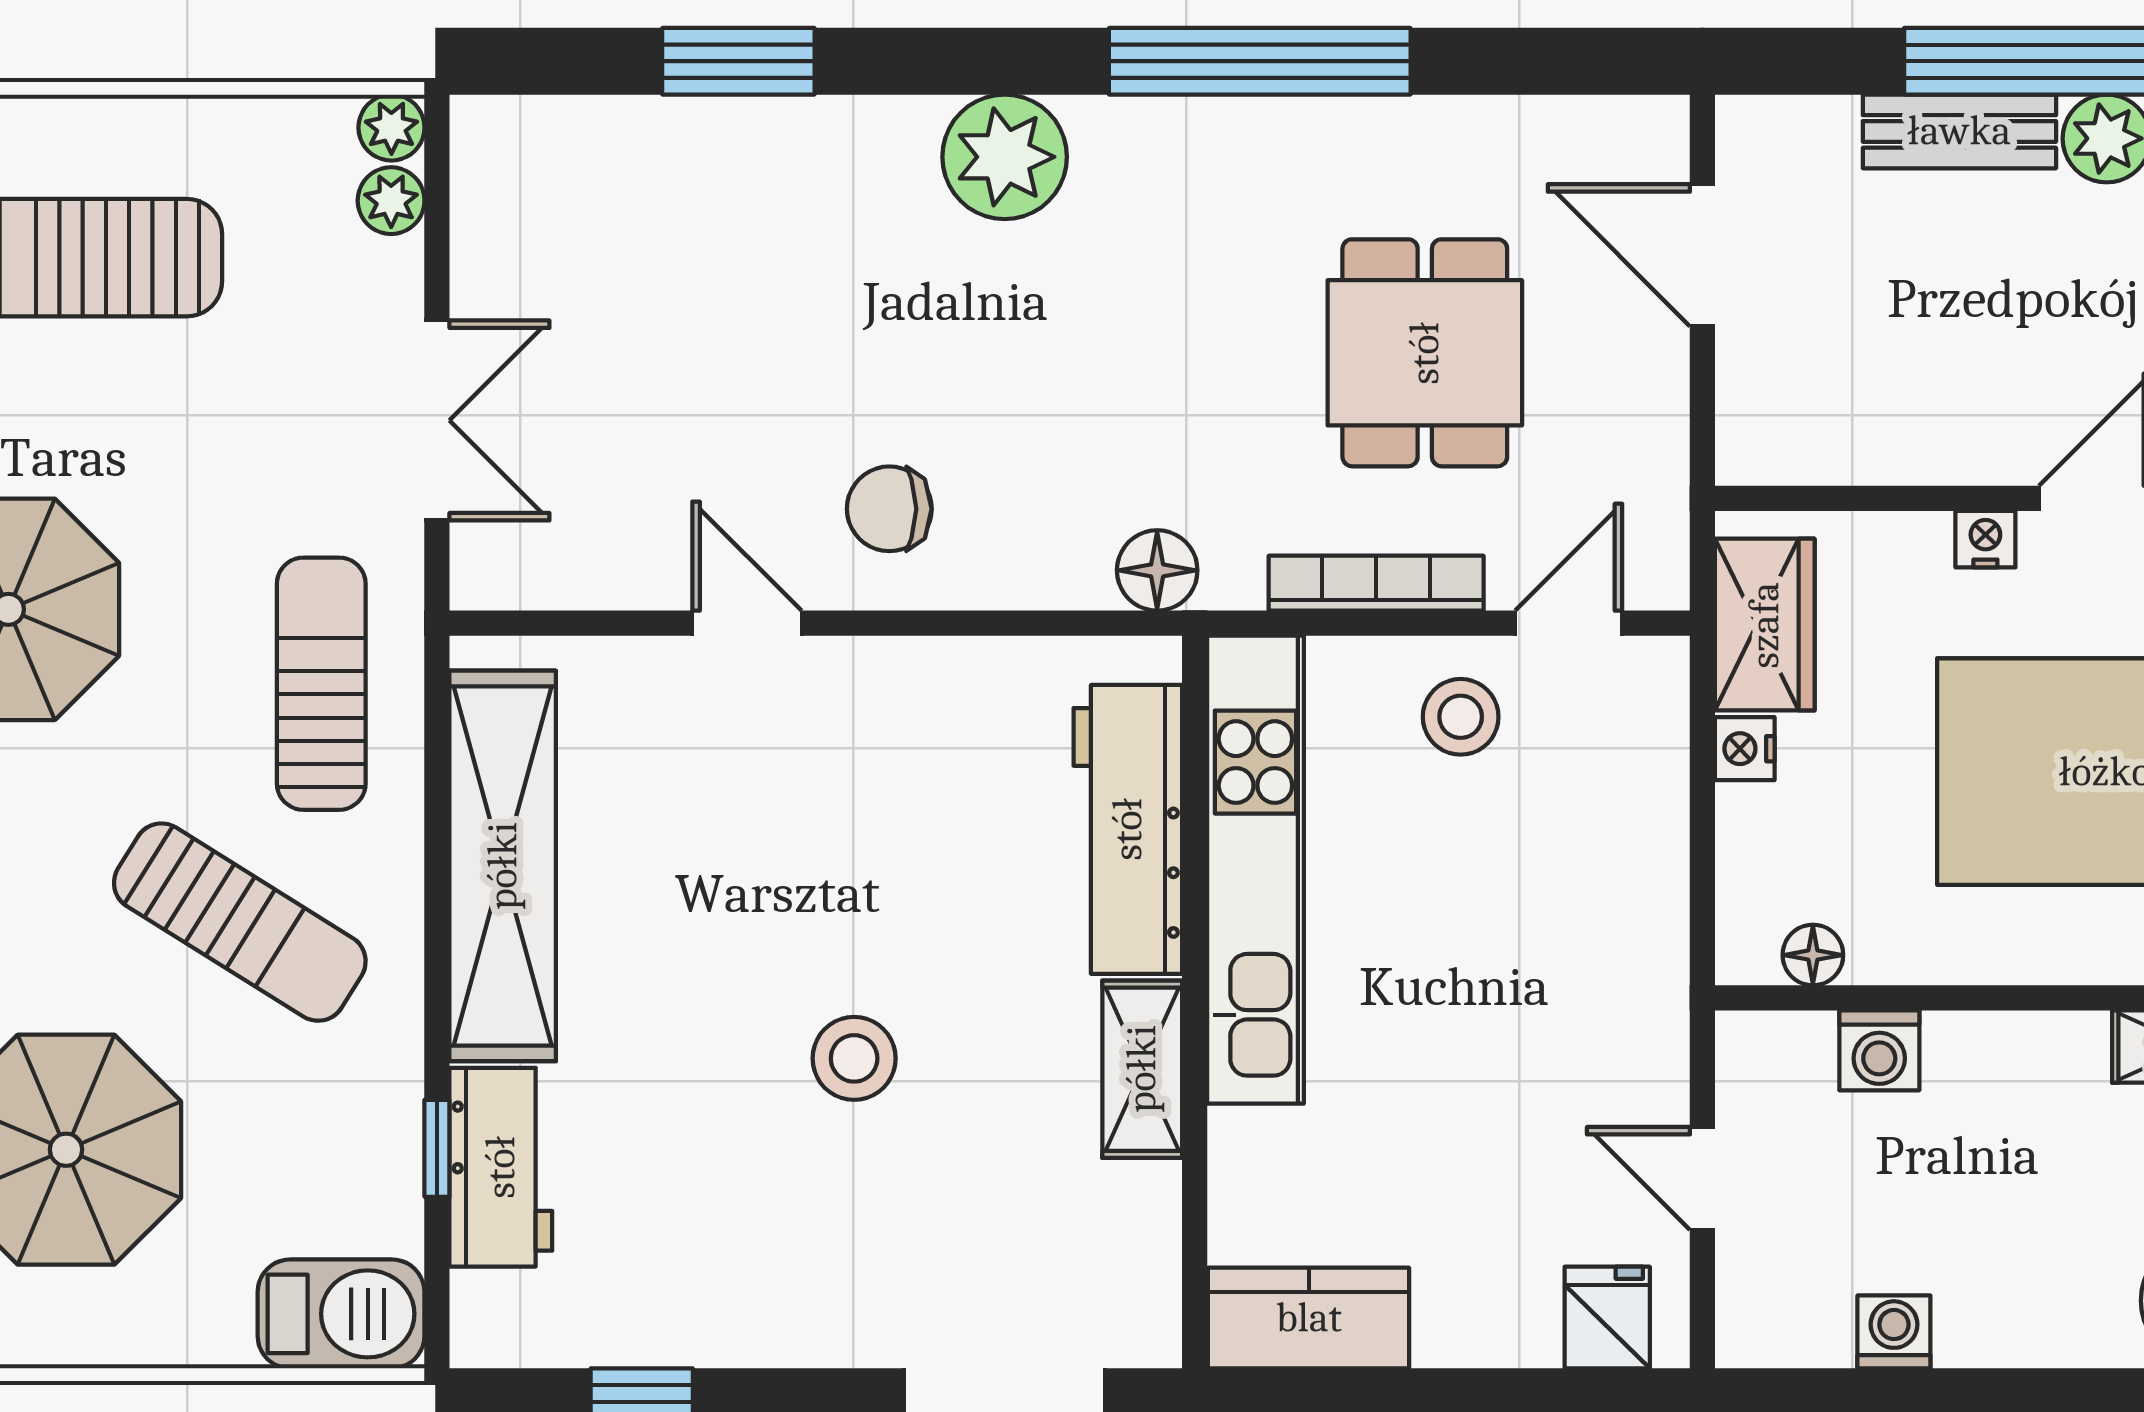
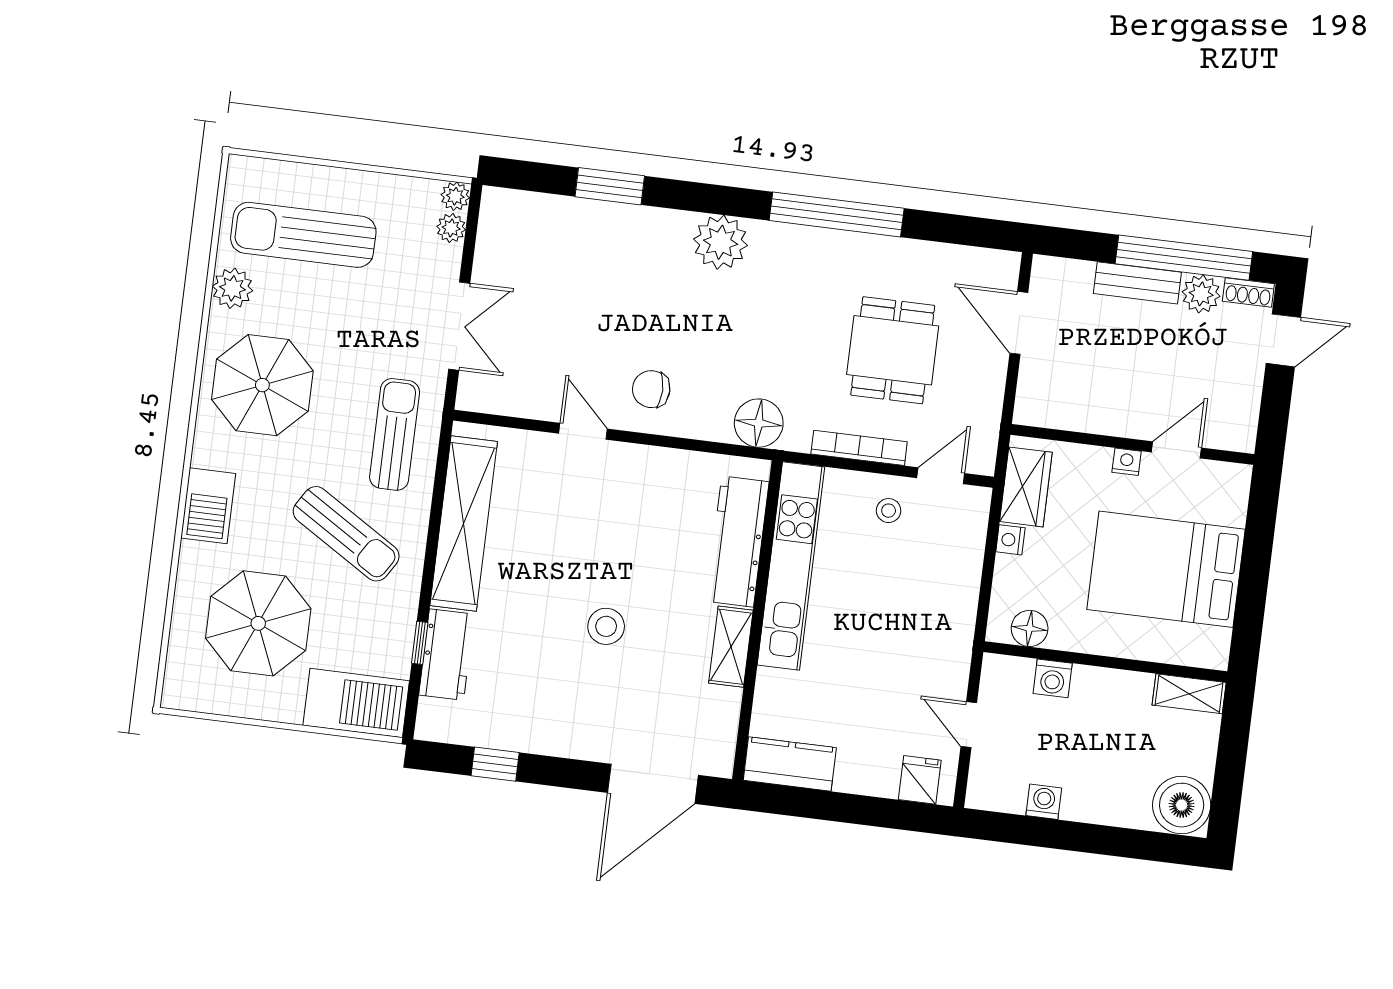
floor lamp: (1157, 570) -> (759, 423), width x1.38, depth x1.38
stool: (1461, 717) -> (889, 511), width x0.73, depth x0.73
floor lamp: (1813, 955) -> (1030, 628), width x1.37, depth x1.37
barbecue: (341, 1314) -> (356, 703), width x1.37, depth x1.21

